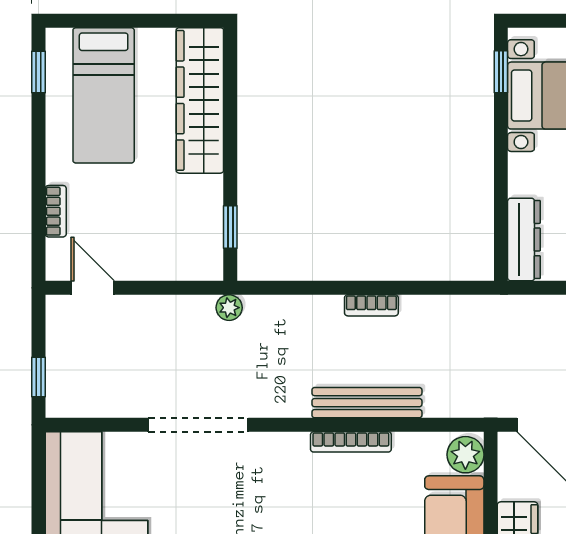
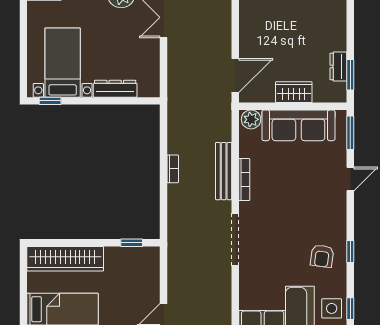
dresser: (524, 240) -> (115, 89), moved
plant: (229, 308) -> (174, 243), removed
doorway: (198, 425) -> (235, 240), moved

